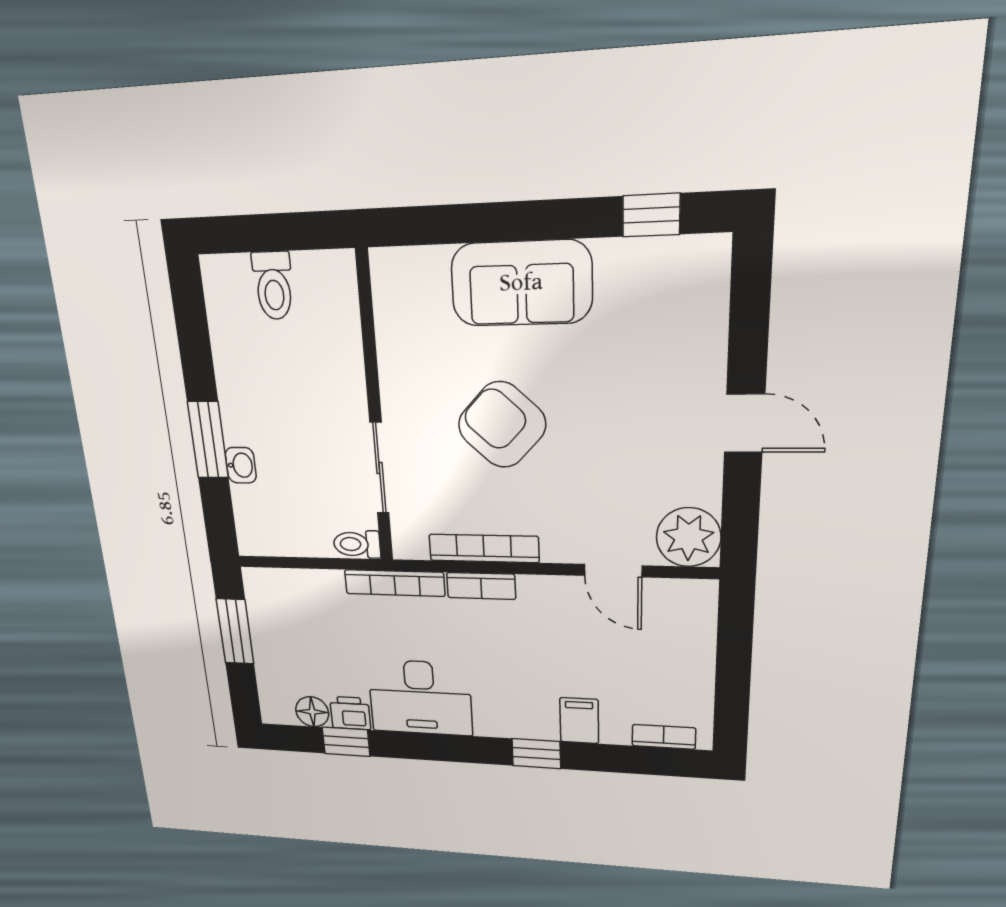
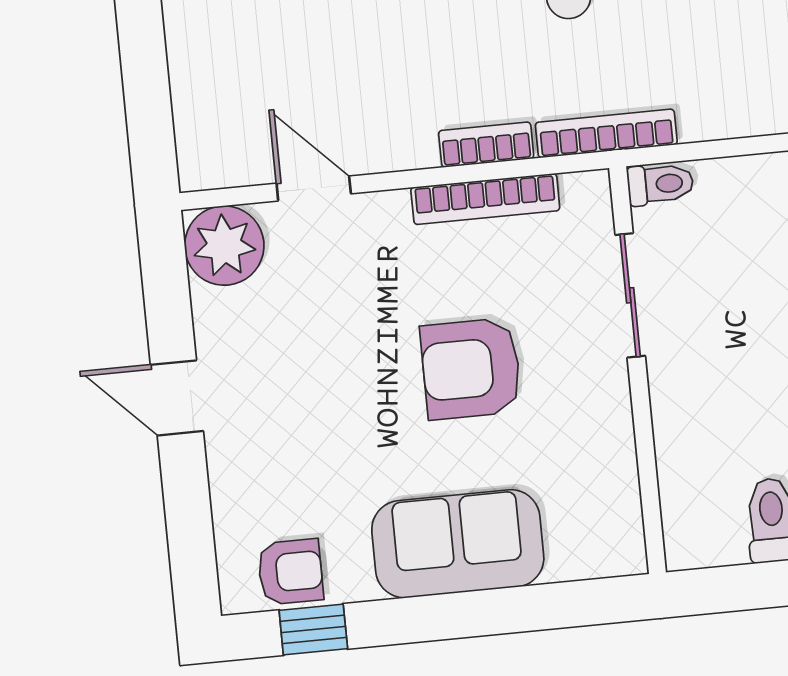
armchair: (666, 268) -> (290, 572), added
armchair: (502, 425) -> (471, 369), turned 137

